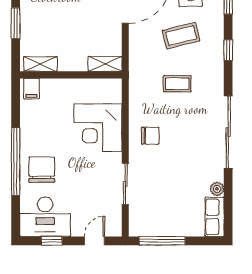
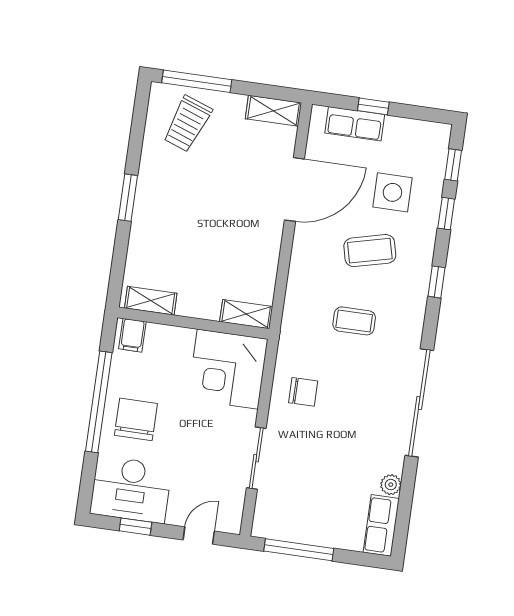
shelving: (40, 64) -> (151, 301), moved
shelving: (105, 64) -> (246, 314), moved
wall: (71, 75) -> (193, 323), moved
filing cabinet: (32, 89) -> (132, 335), moved

